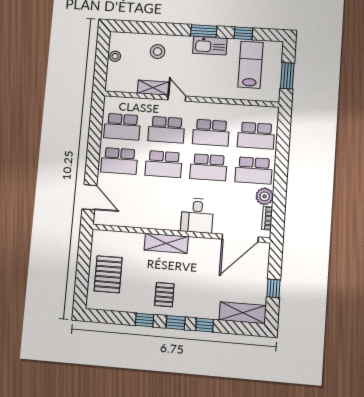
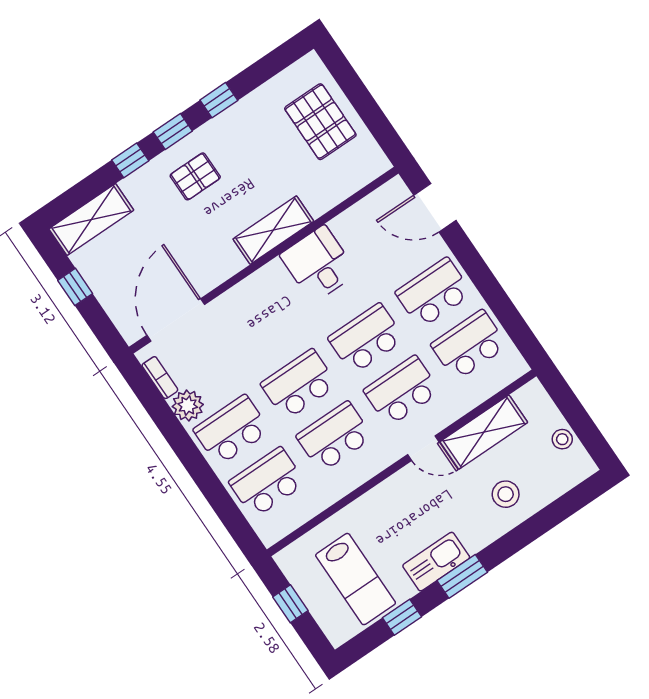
window: (287, 76) -> (290, 604), width x0.67
shelving: (153, 88) -> (484, 432), width x1.50, depth x1.33
desk: (197, 216) -> (319, 264), moved
pallet: (164, 295) -> (195, 176), moved, turned 90

